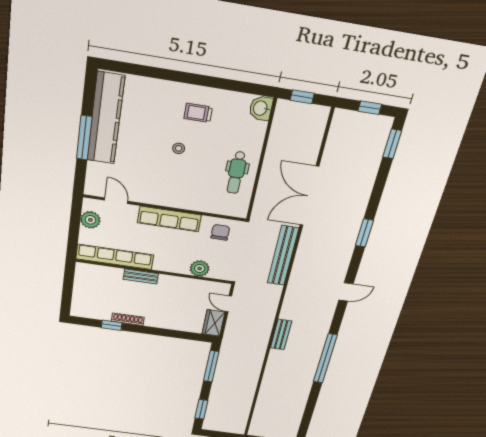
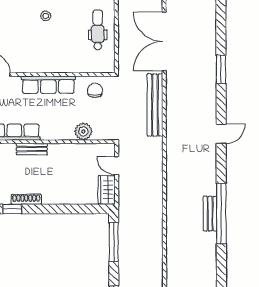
dental chair: (236, 173) -> (98, 30), turned 180
bench: (281, 335) -> (210, 214), moved

